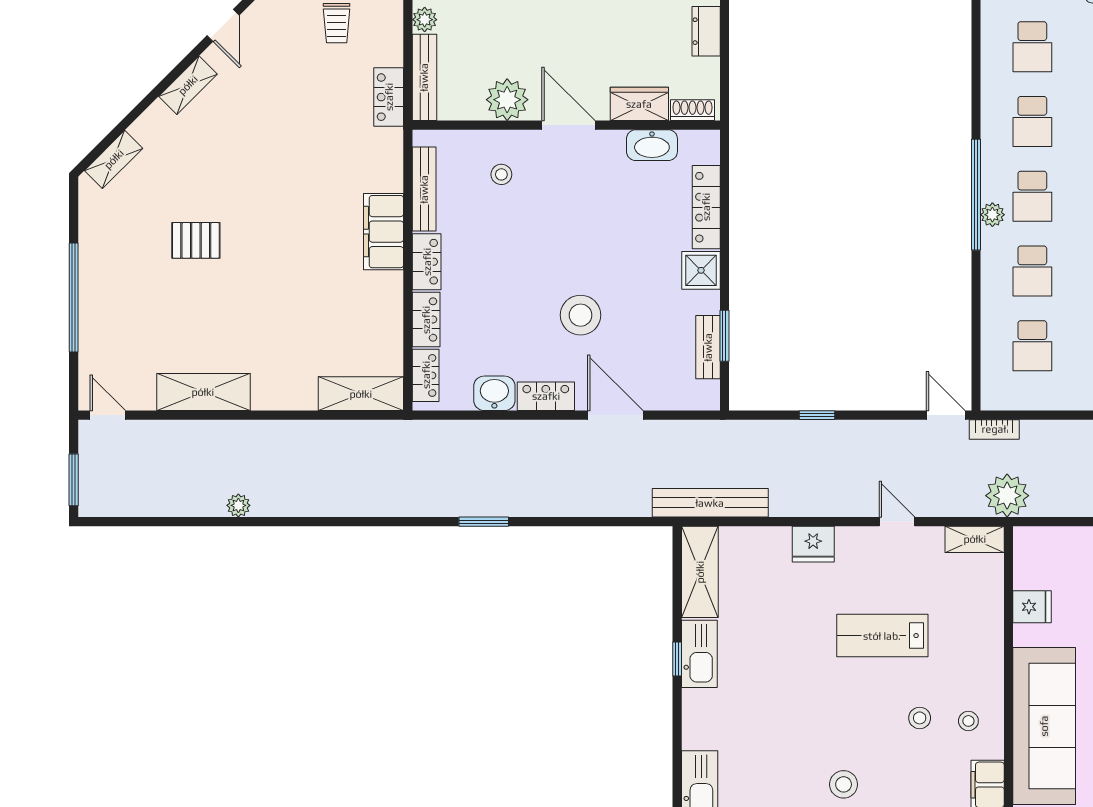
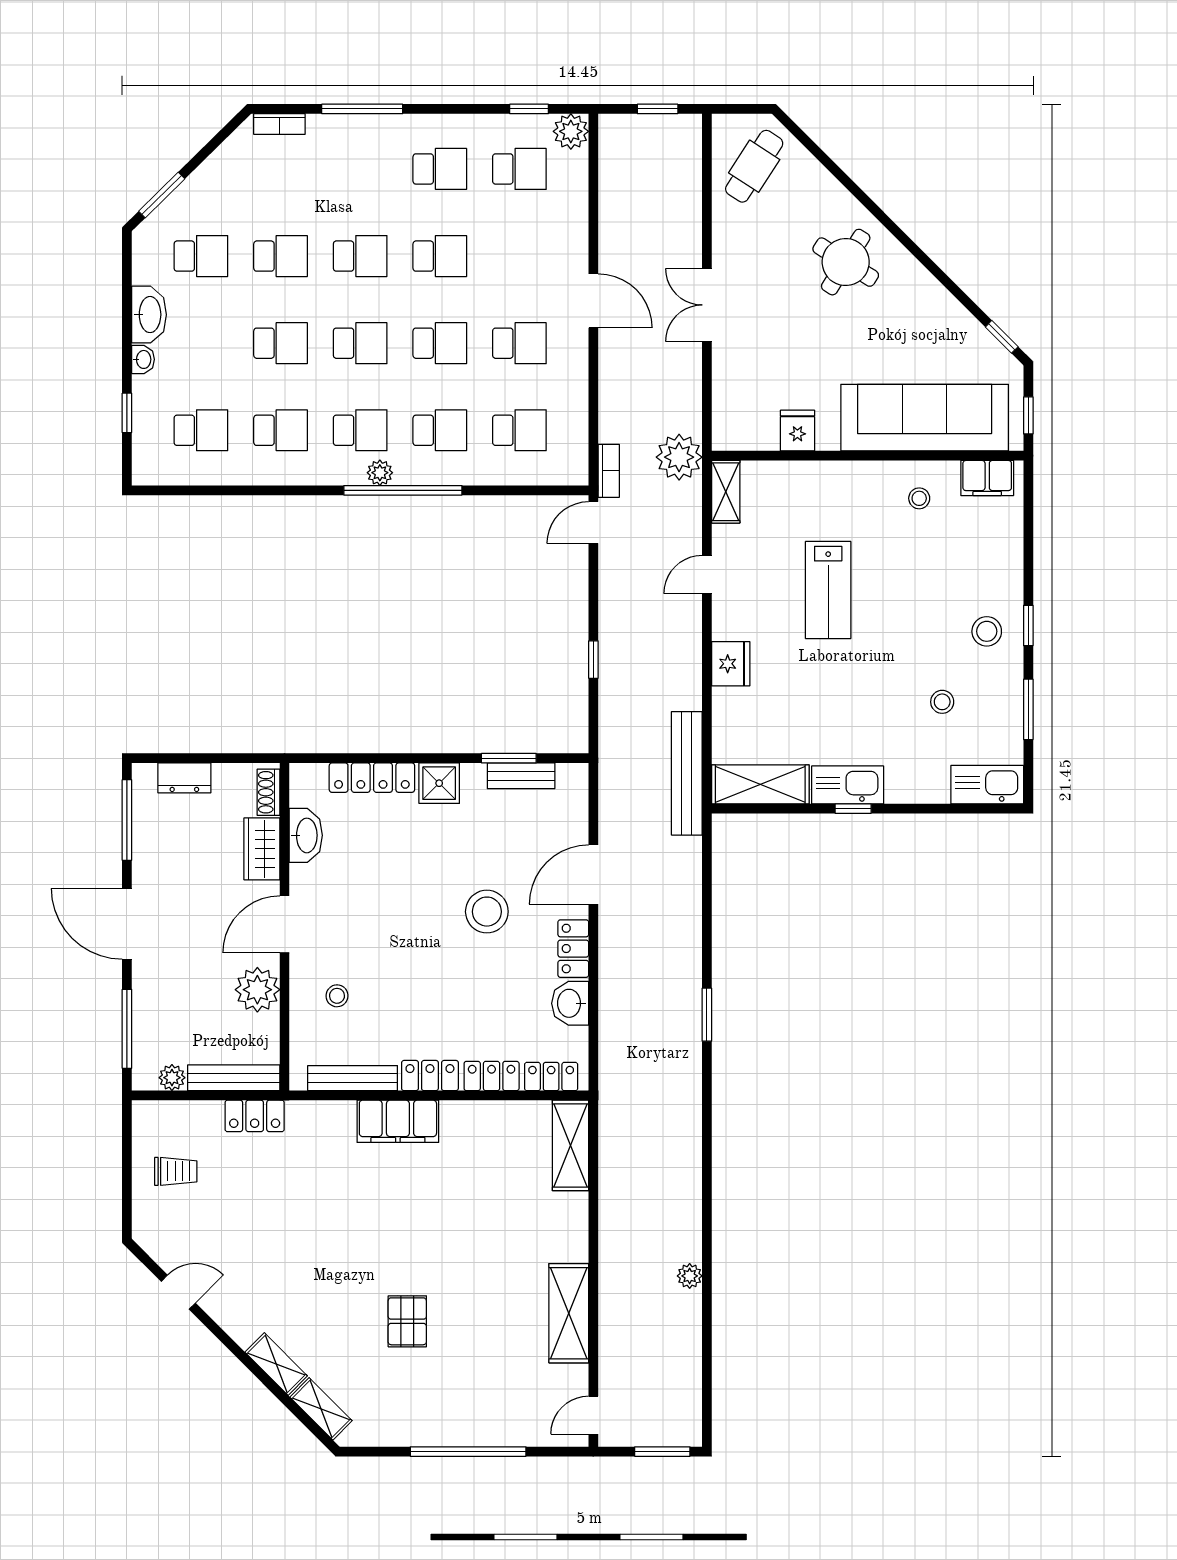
shelving: (188, 85) -> (276, 1364), moved
window: (976, 195) -> (403, 490), moved
stool: (920, 718) -> (942, 702), moved

